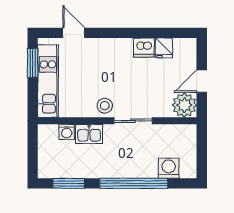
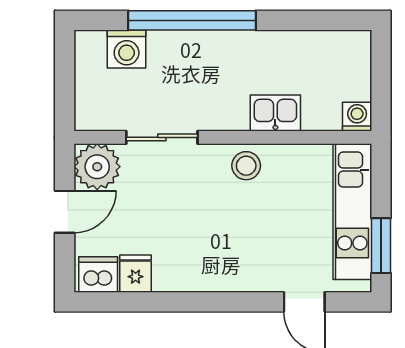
dishwasher: (144, 48) -> (98, 274), moved
sliding door: (133, 121) -> (162, 137), moved
washing machine: (67, 132) -> (357, 117), moved
window: (69, 183) -> (314, 20), removed

